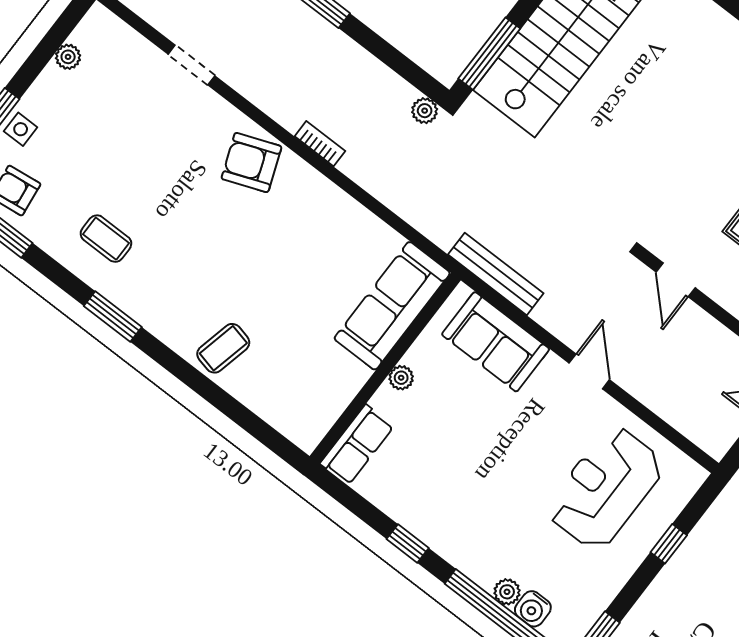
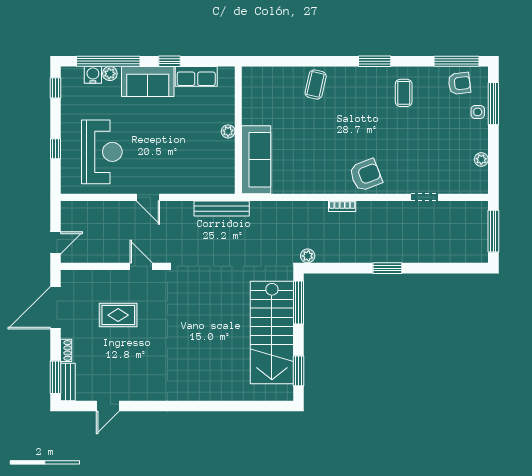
coffee table: (106, 239) -> (404, 93), turned 90
sofa: (496, 342) -> (148, 81), moved, turned 180
row of seats: (357, 445) -> (196, 76), moved, turned -90

